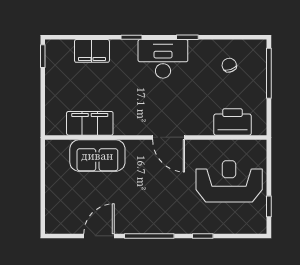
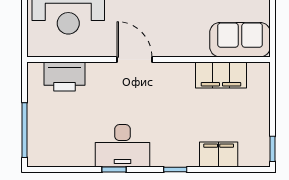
desk: (163, 59) -> (122, 146), moved
chair: (229, 65) -> (68, 139), removed
sofa: (97, 156) -> (240, 40), moved

